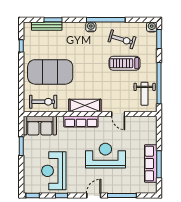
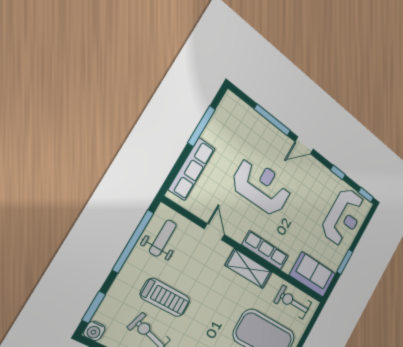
reception desk: (105, 156) -> (262, 186), turned 180
row of seats: (151, 163) -> (192, 169), moved
reception desk: (54, 171) -> (344, 217), moved

